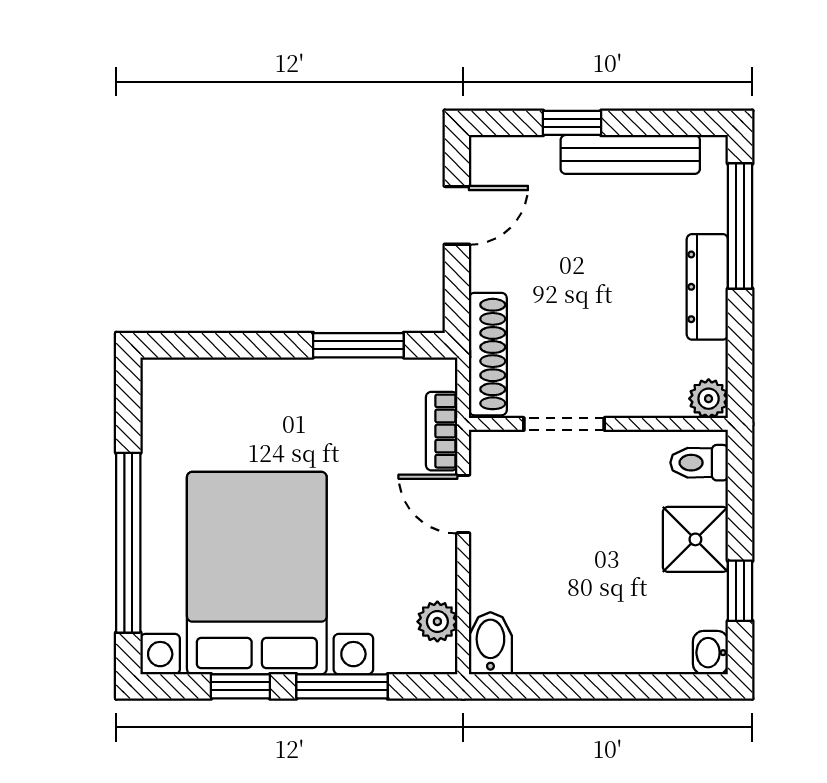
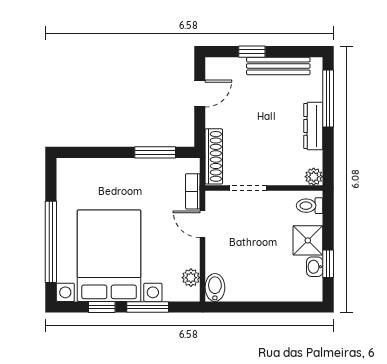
washbasin: (710, 653) -> (315, 267), moved

